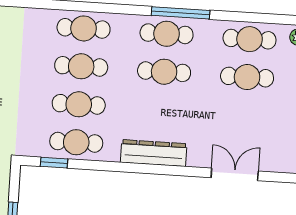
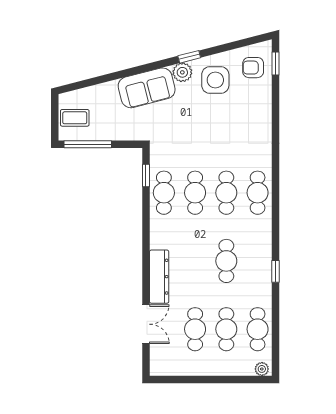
window: (181, 13) -> (275, 271), width x0.46
cafe table: (167, 34) -> (195, 329), moved
dresser: (154, 153) -> (159, 277), moved

